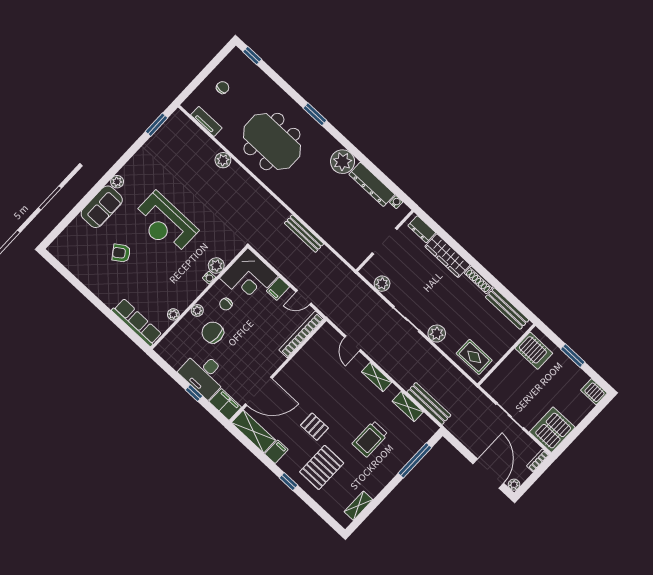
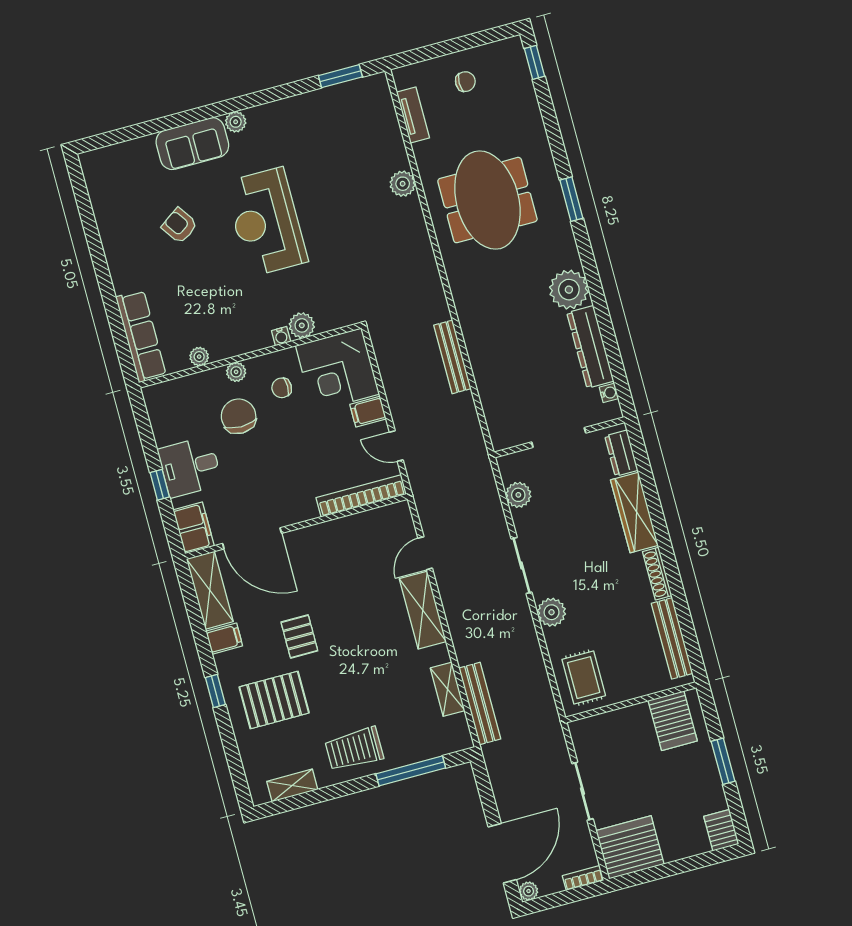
desk: (204, 374) -> (190, 467), width x0.73
shelving: (377, 377) -> (423, 610), width x1.50, depth x1.33
trolley: (370, 439) -> (354, 749), moved

